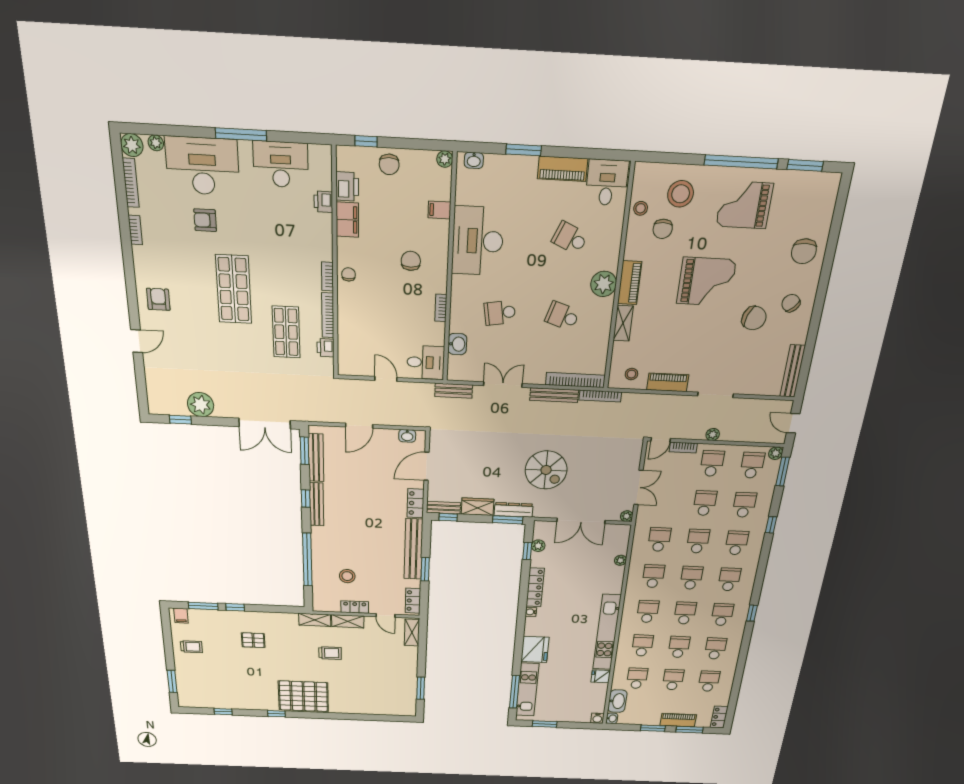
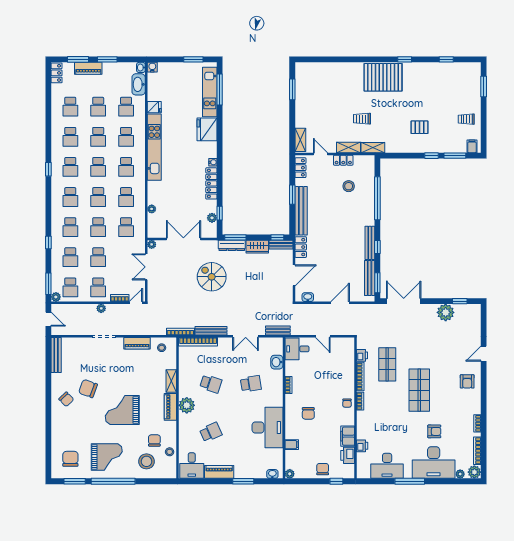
school desk: (570, 238) -> (211, 432), turned -48
chair: (804, 251) -> (70, 459), moved

